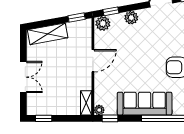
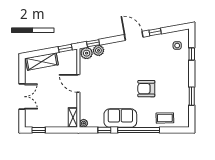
plant: (131, 18) -> (98, 50), moved
door: (93, 61) -> (78, 83), swing flipped
sofa: (145, 104) -> (120, 118), width x0.73
window: (110, 118) -> (104, 130), moved

